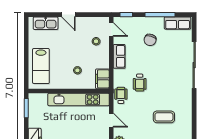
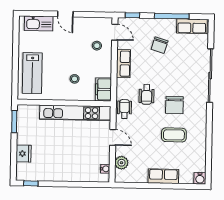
chair: (164, 91) -> (174, 105), added

